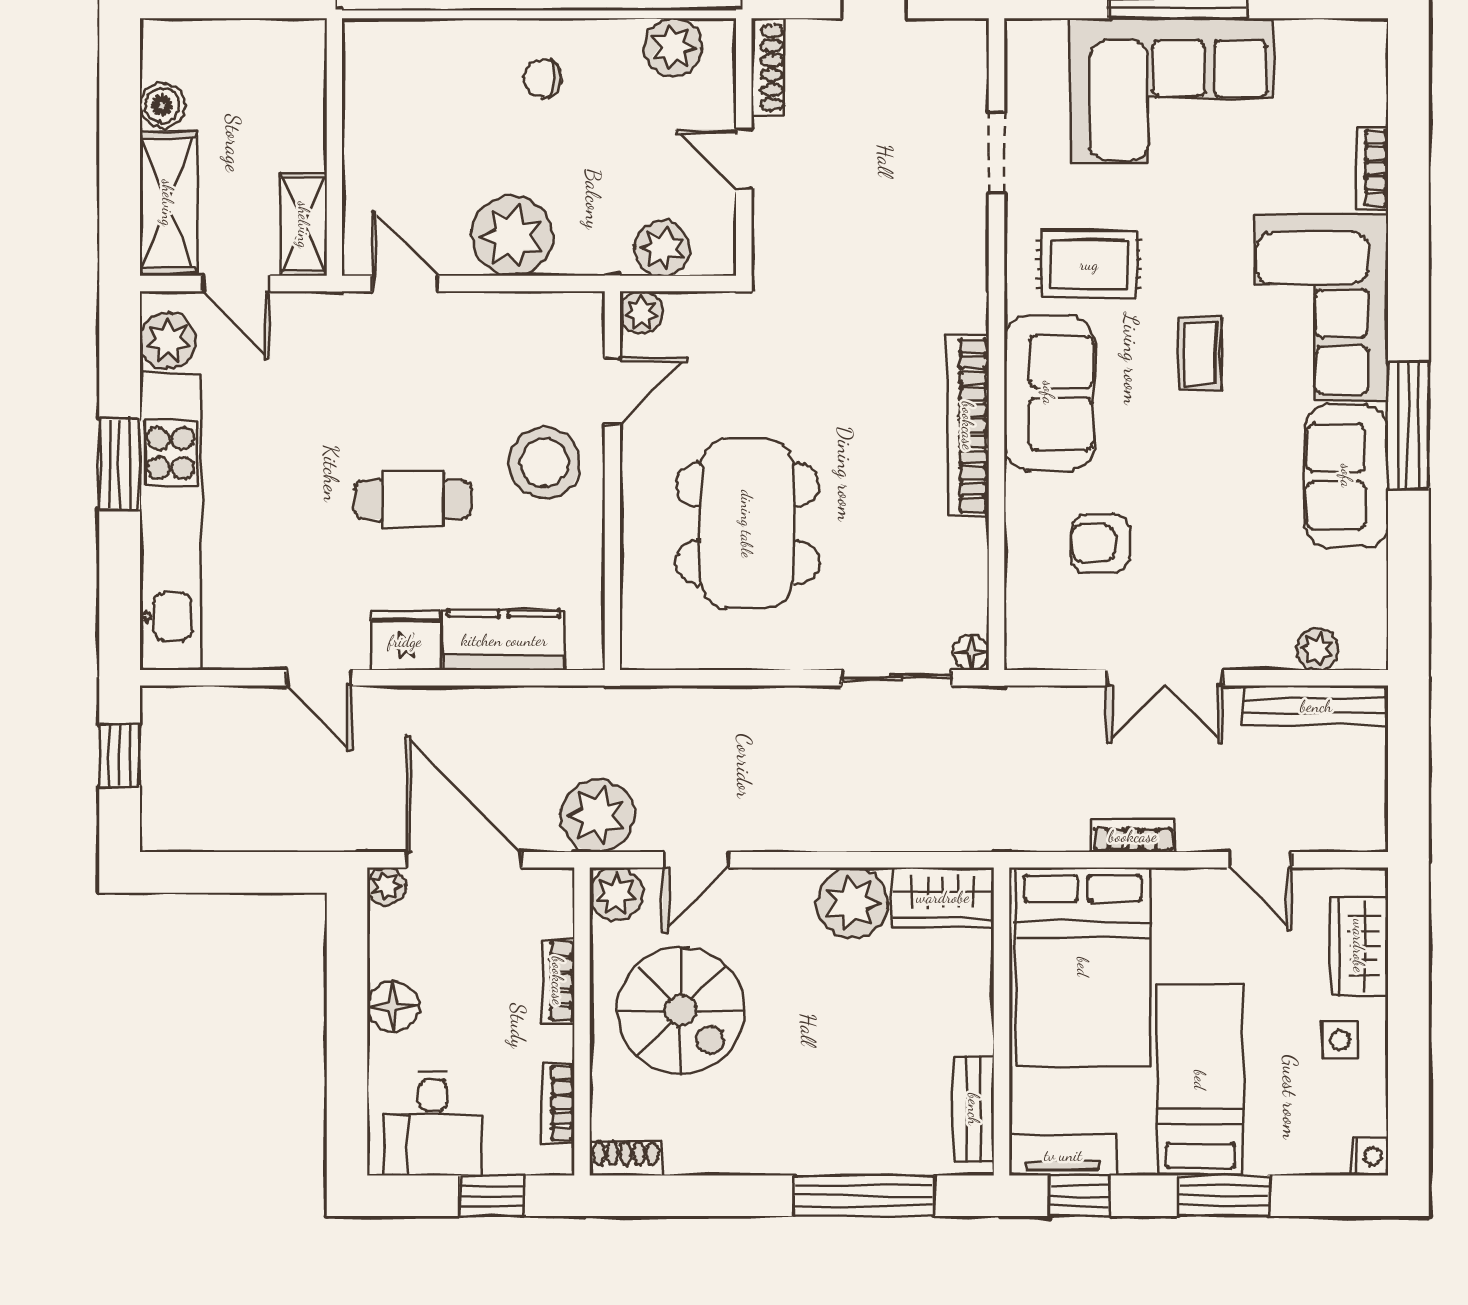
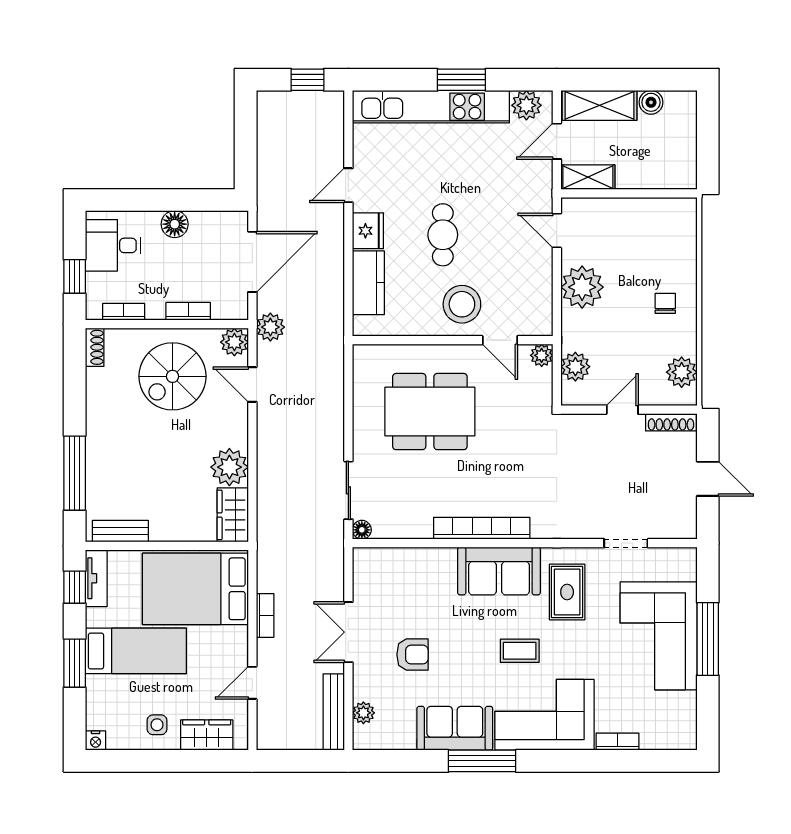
door: (405, 284) -> (557, 231), swing flipped
armchair: (1100, 543) -> (413, 655), moved, turned 90
plant: (597, 816) -> (270, 327), width x0.73, depth x0.73
plant: (386, 886) -> (238, 221), removed

